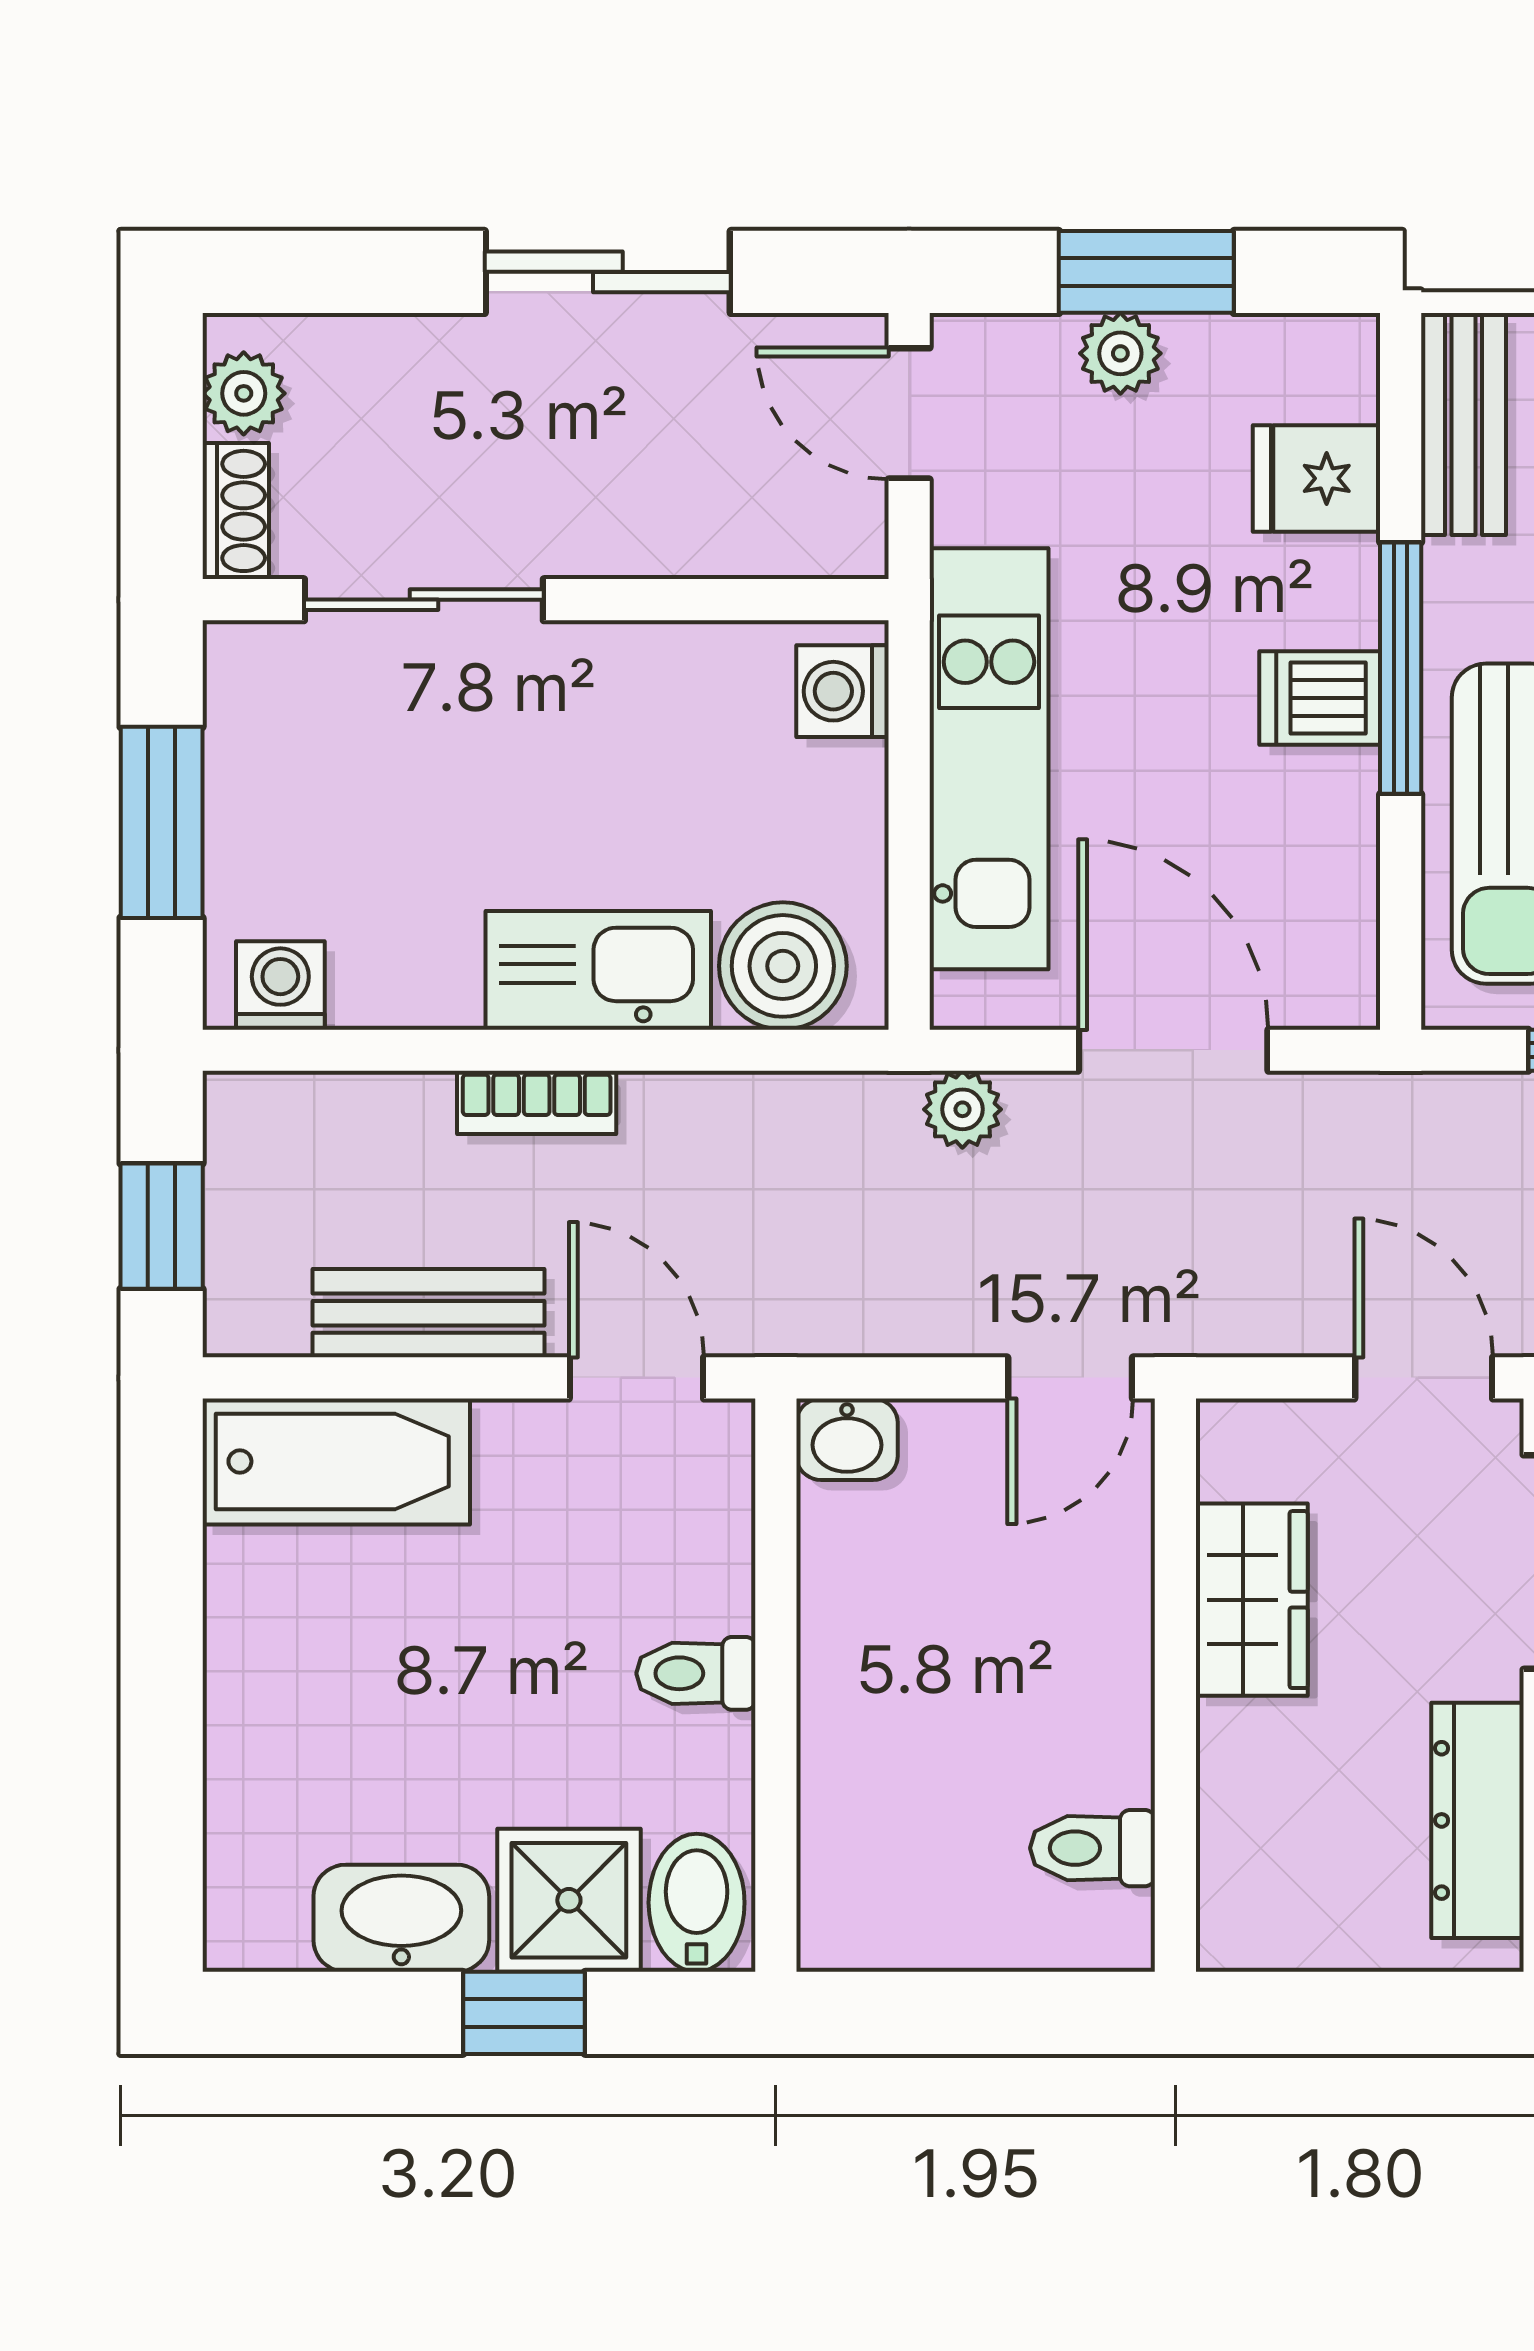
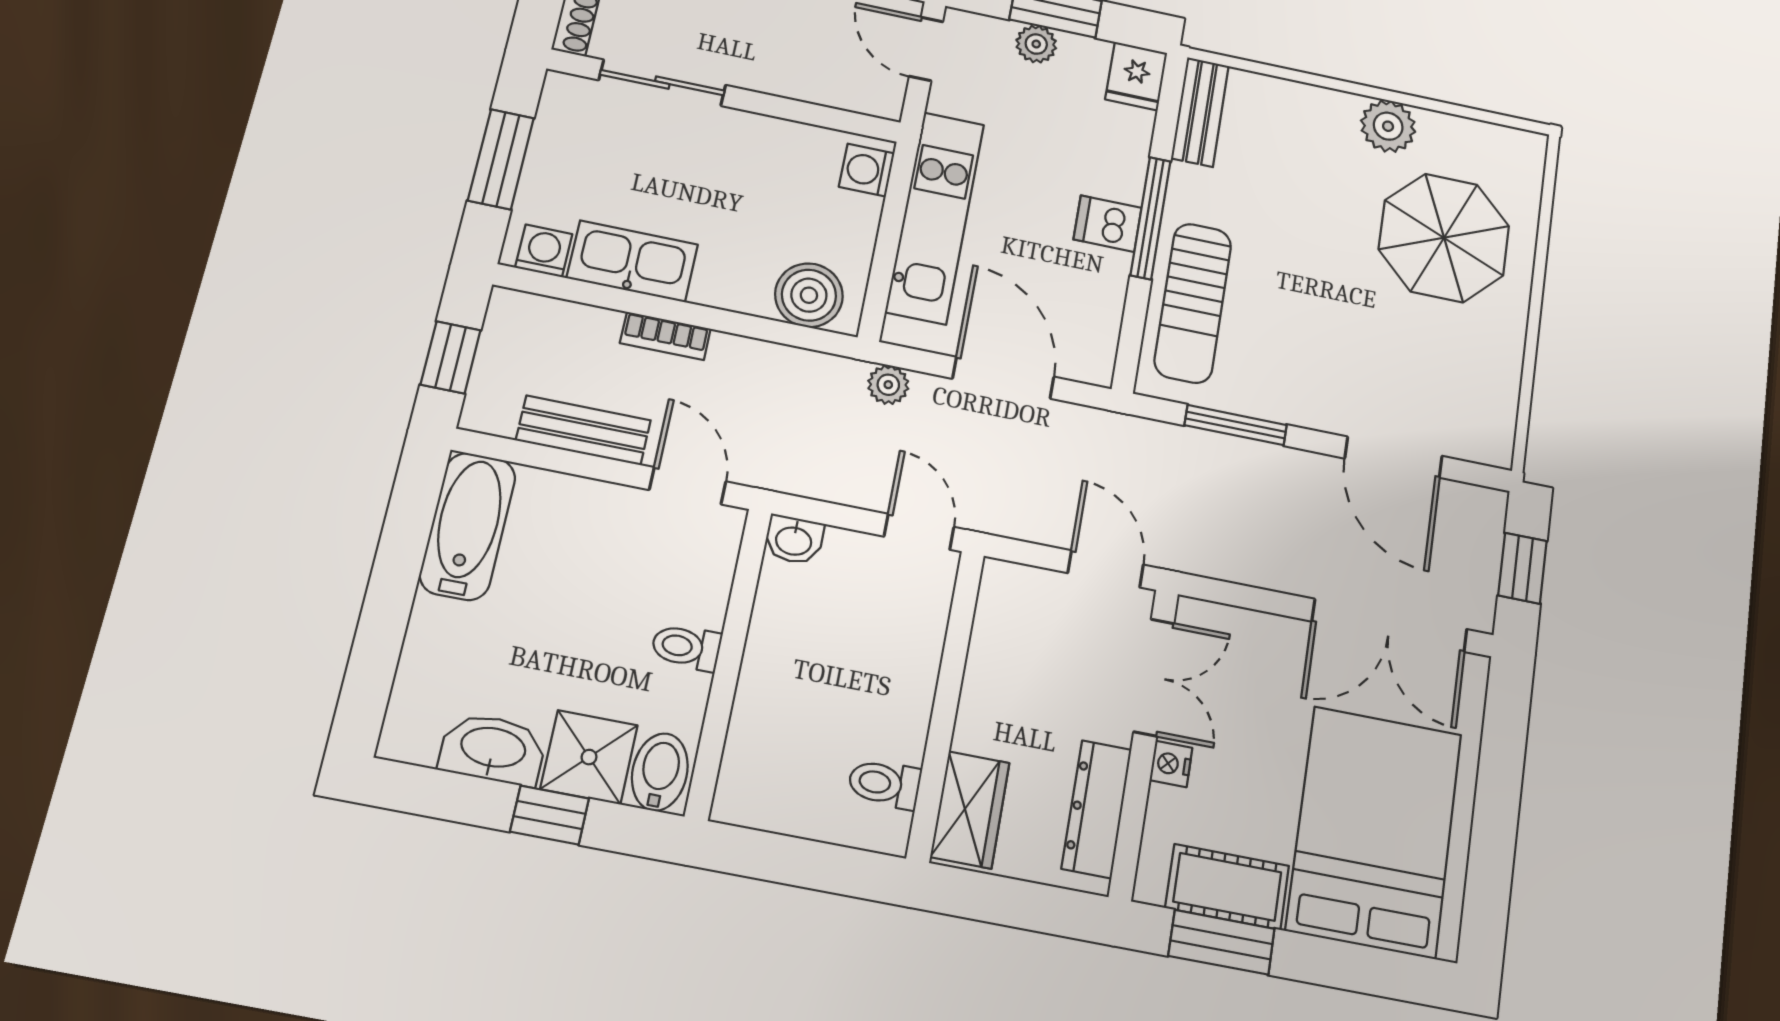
fridge: (1317, 478) -> (1136, 76), moved, turned -90
kitchen sink: (598, 970) -> (632, 261), moved
door: (1070, 1378) -> (919, 532), swing flipped
bathtub: (336, 1461) -> (468, 526), moved, turned -90
wardrobe: (1252, 1600) -> (970, 810), moved

